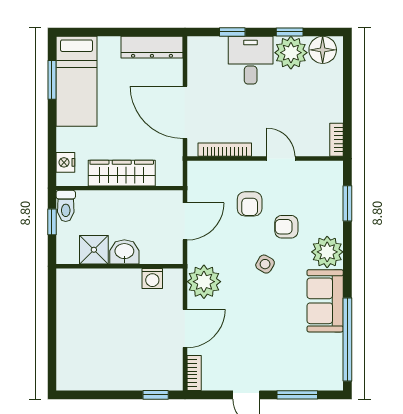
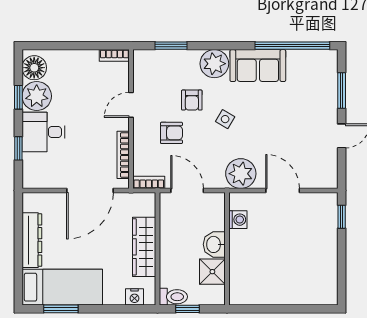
dresser: (152, 47) -> (32, 240), moved
bookcase: (194, 373) -> (149, 182), moved

